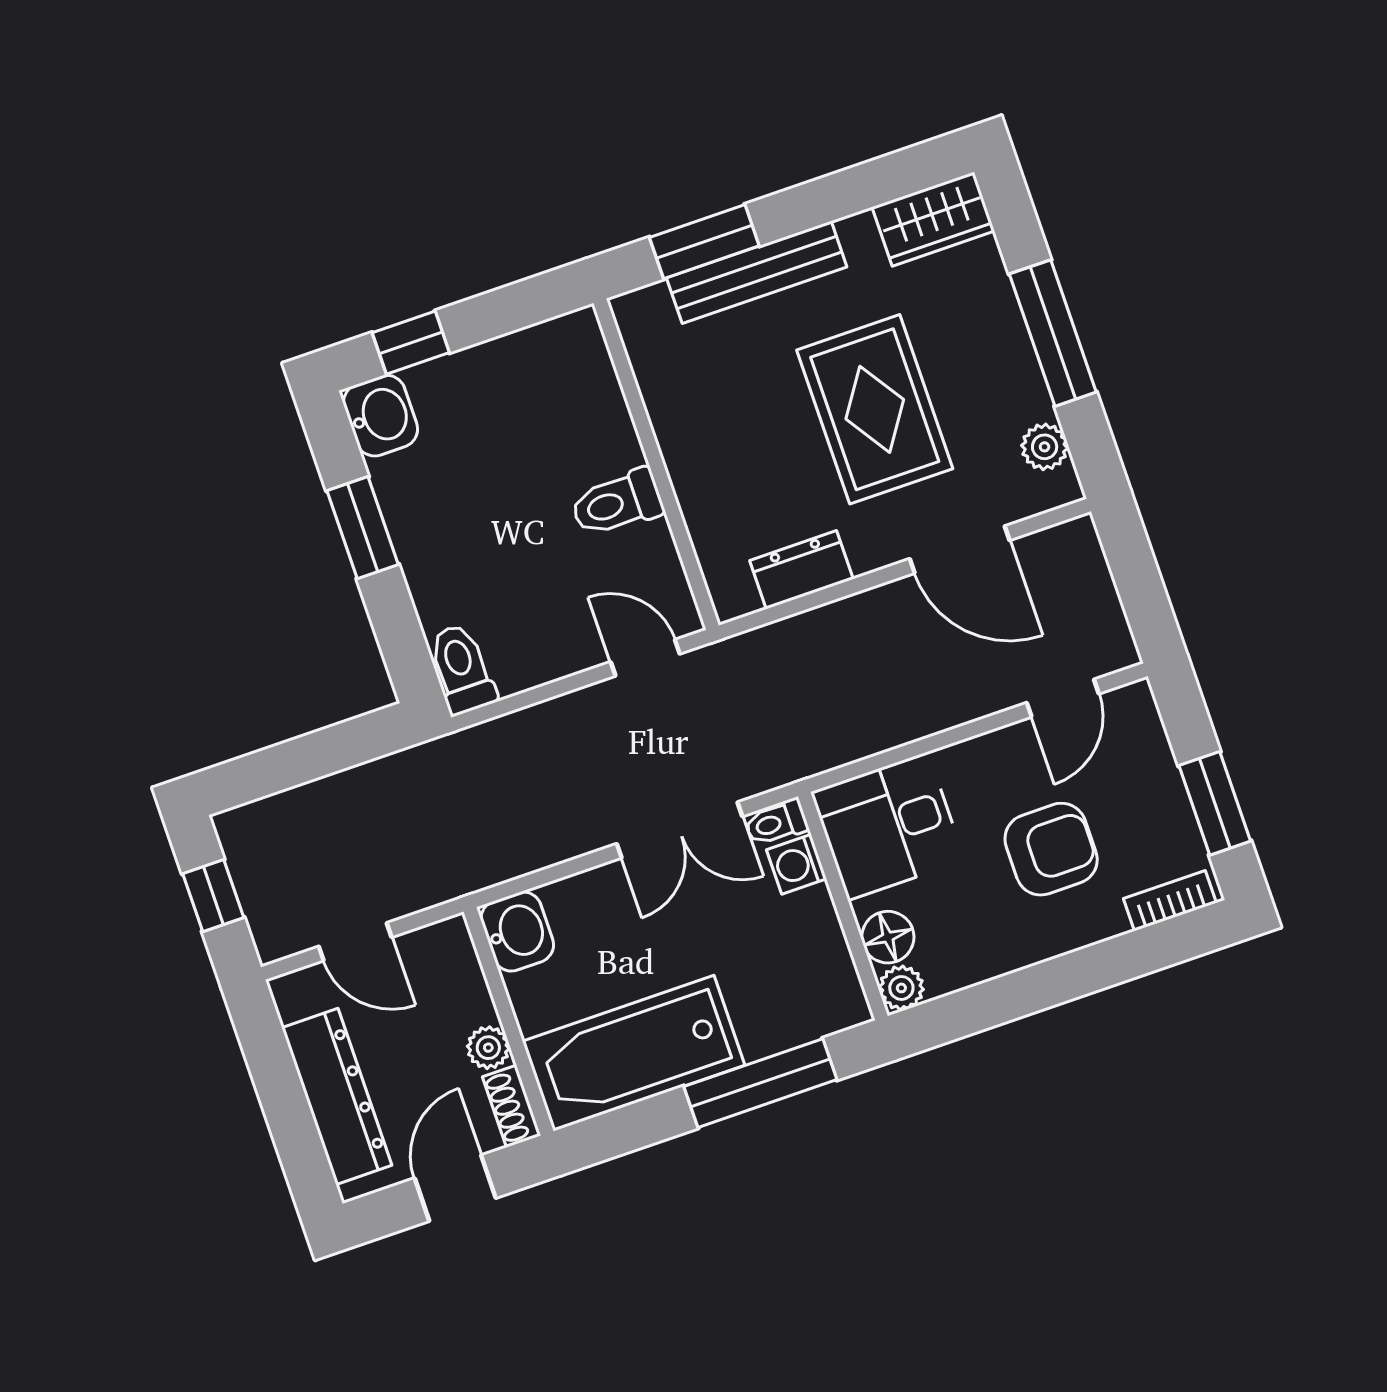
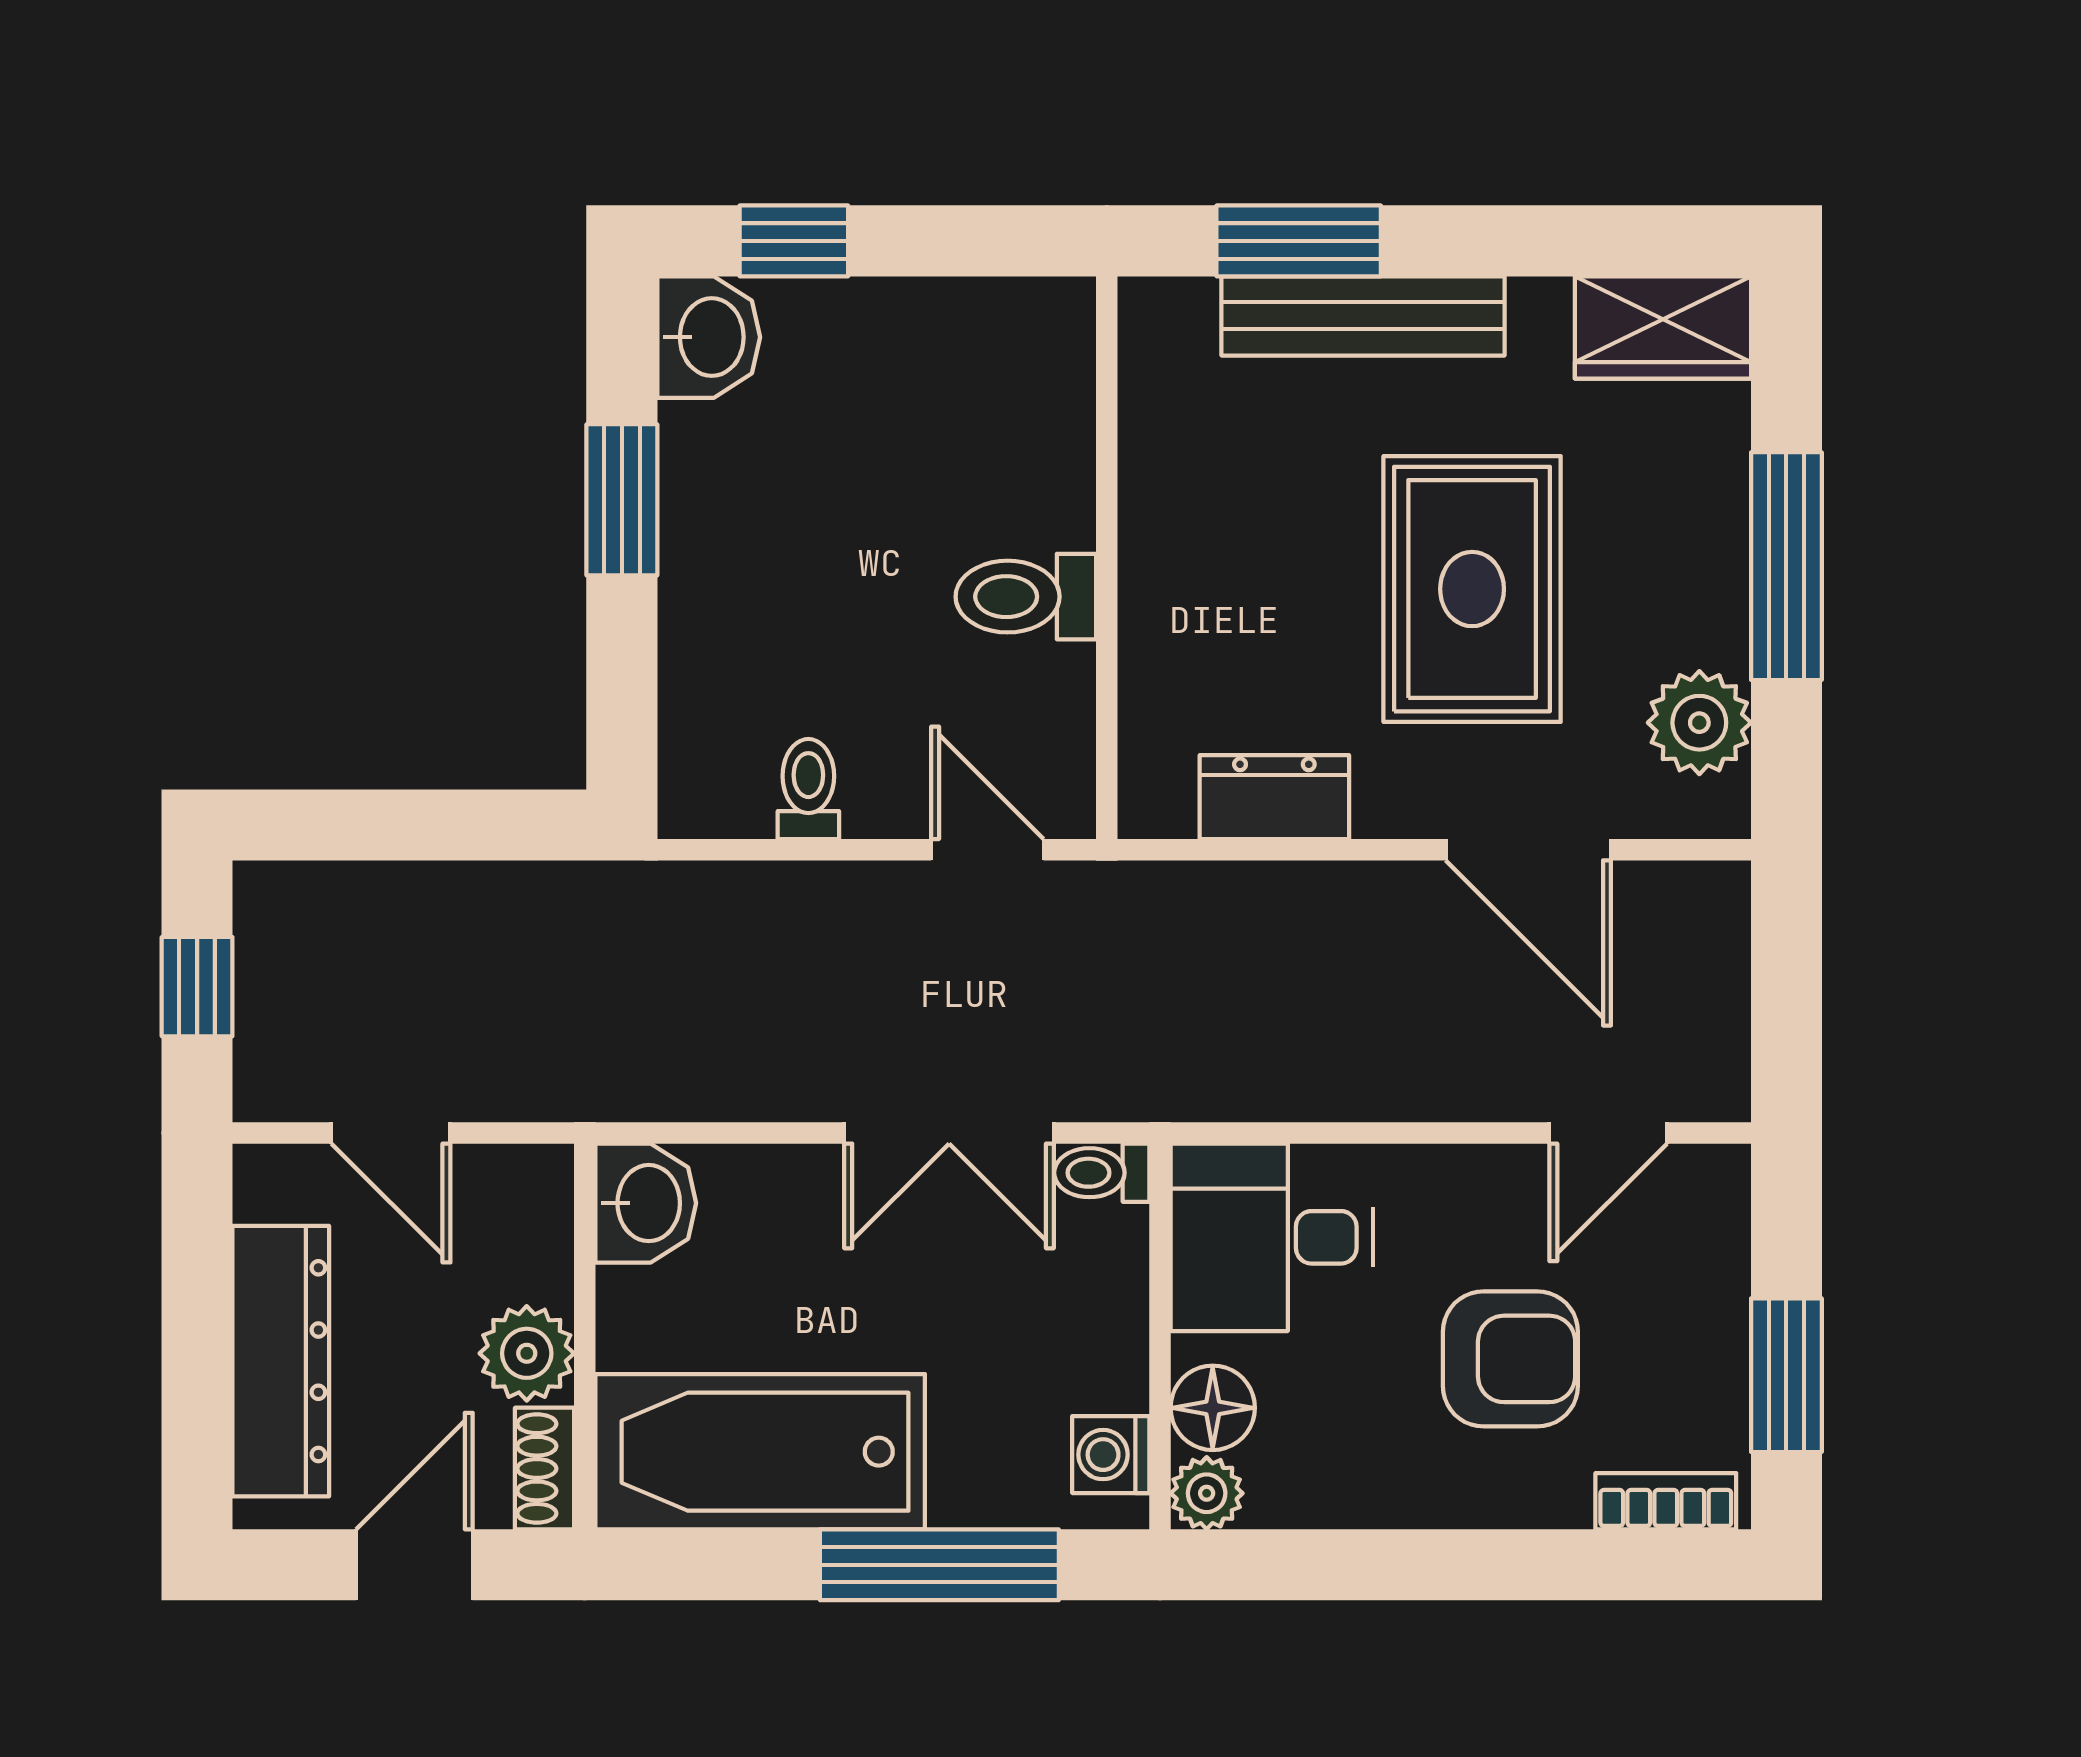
plant: (1045, 447) -> (1699, 723), width x1.38, depth x1.38
toilet: (462, 669) -> (808, 789), moved, width x0.73, depth x0.72
washing machine: (796, 864) -> (1111, 1455), moved
plant: (488, 1048) -> (527, 1353), width x1.38, depth x1.38

